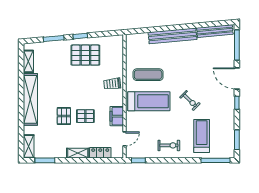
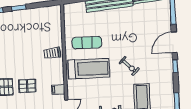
pallet: (85, 55) -> (25, 26), removed
door: (237, 78) -> (174, 42), hinge flipped
filing cabinet: (117, 116) -> (58, 89), width x0.50

